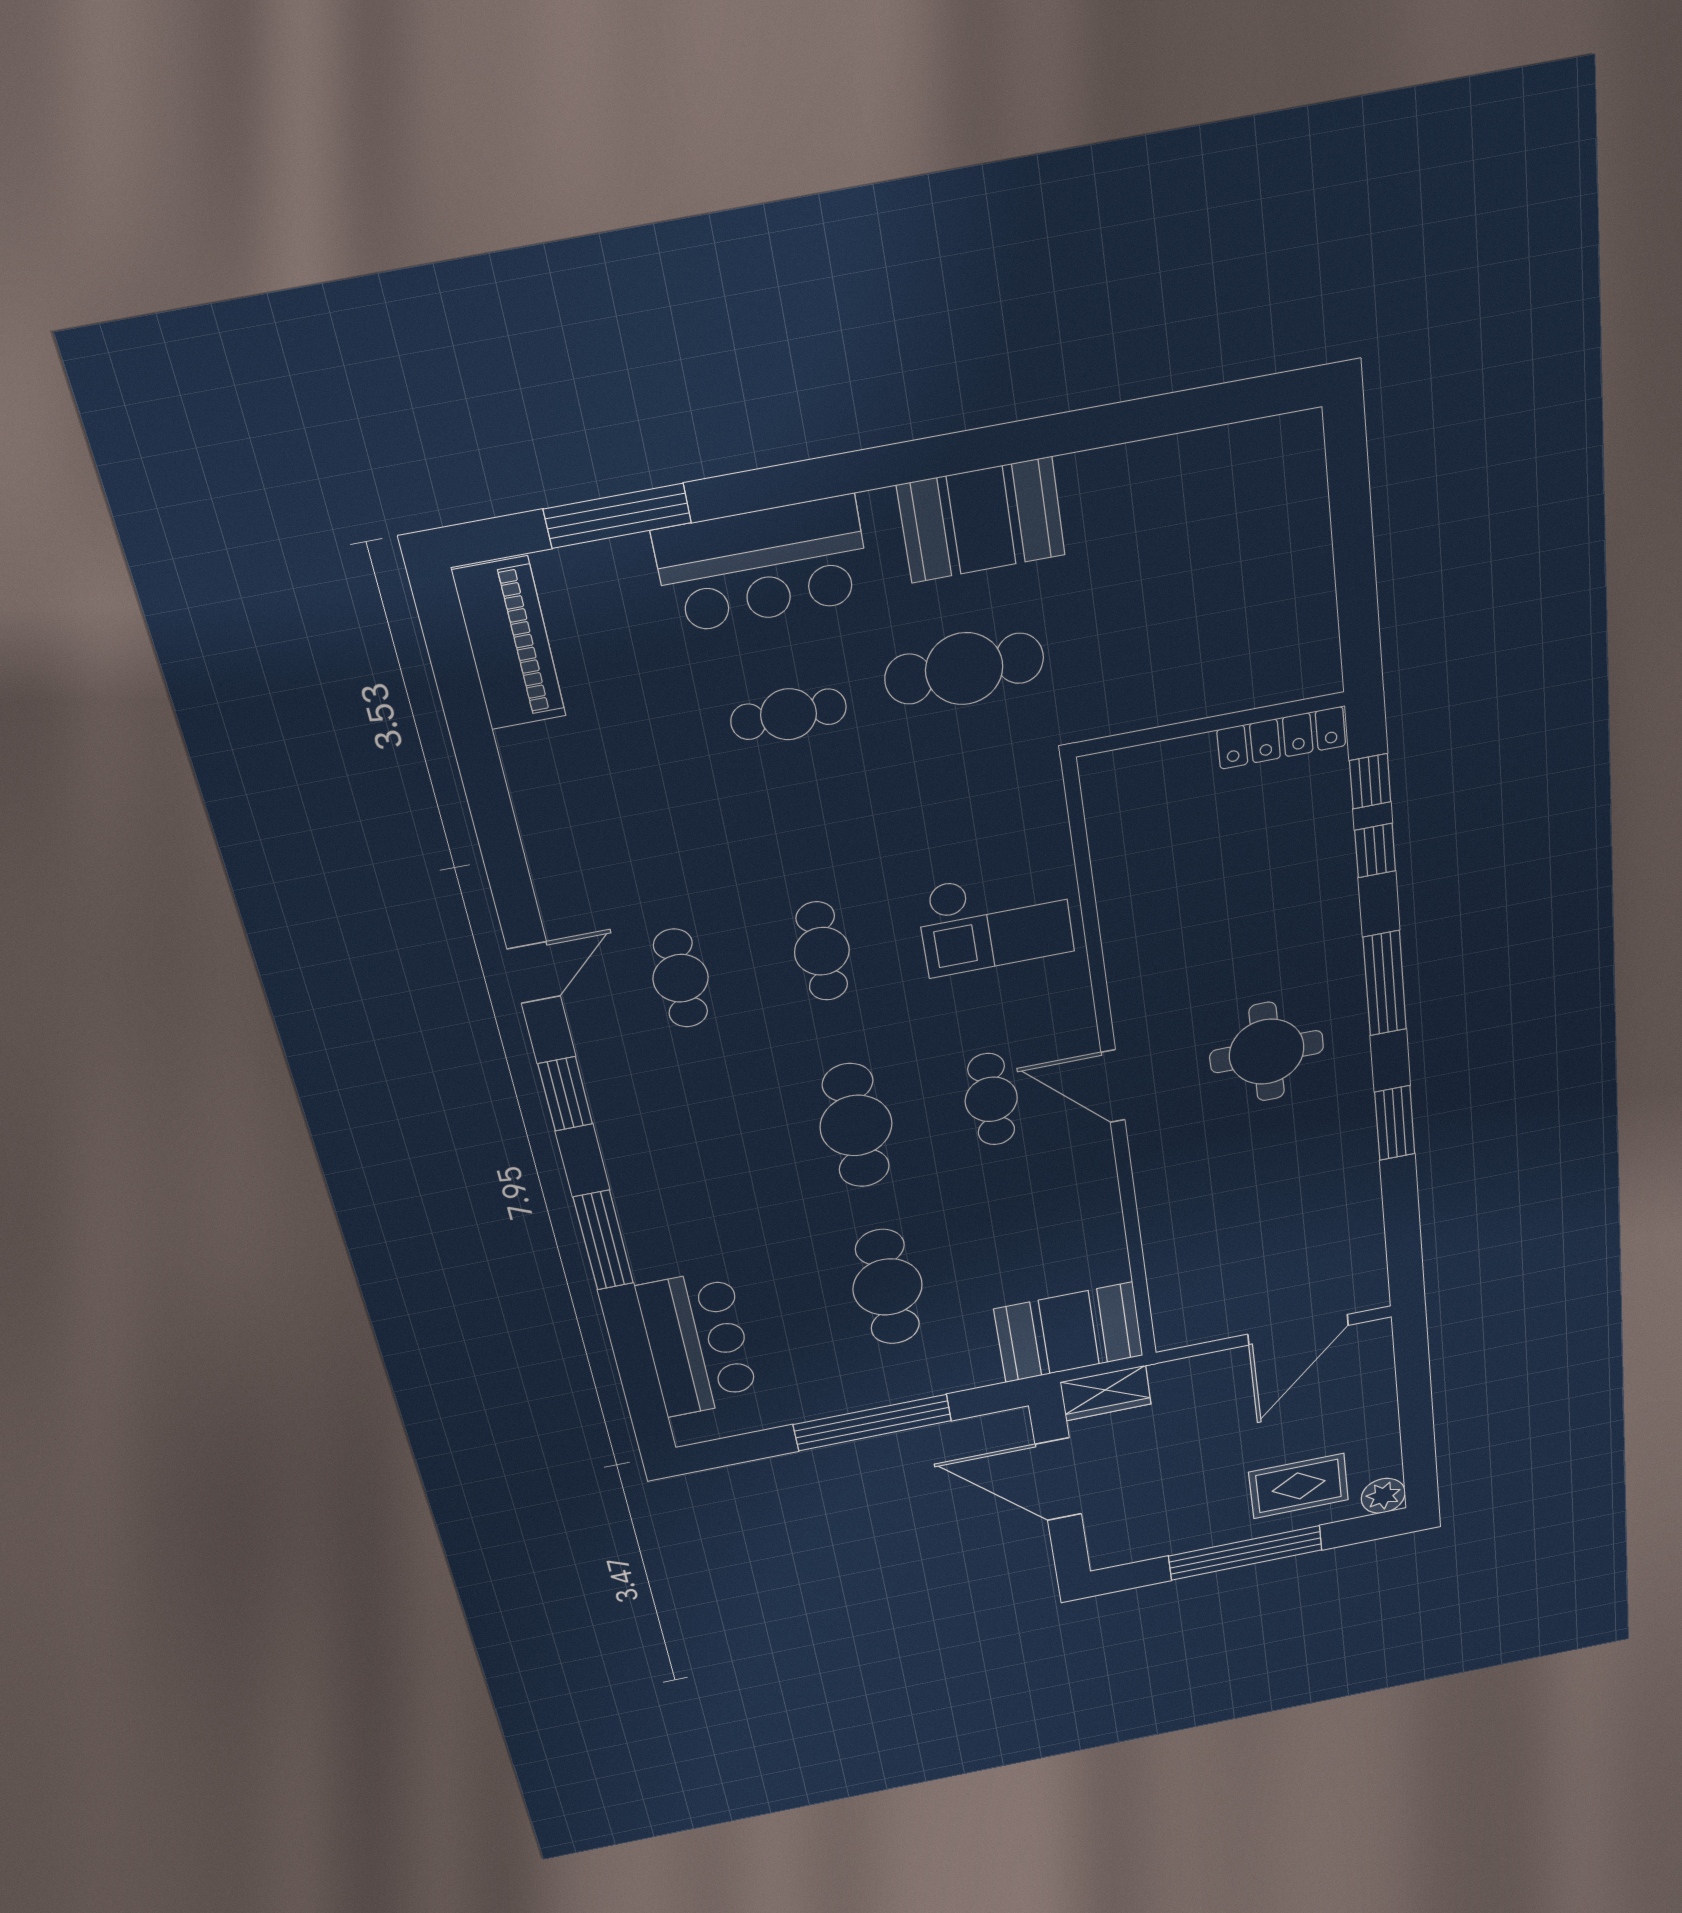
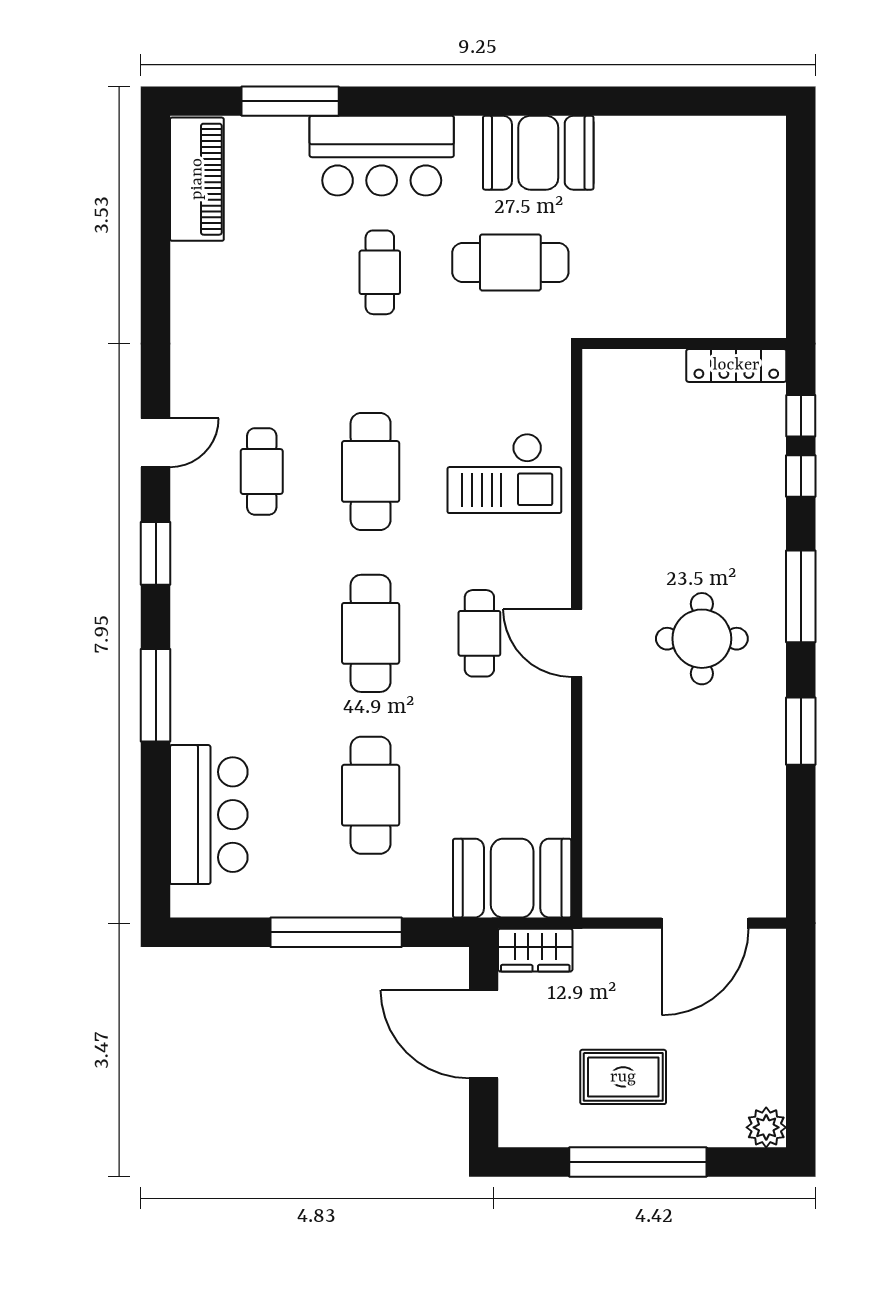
cafe table: (788, 714) -> (380, 272), turned 90
cafe table: (822, 951) -> (371, 471), width x1.37, depth x1.35
rug: (1299, 1486) -> (623, 1077), moved

